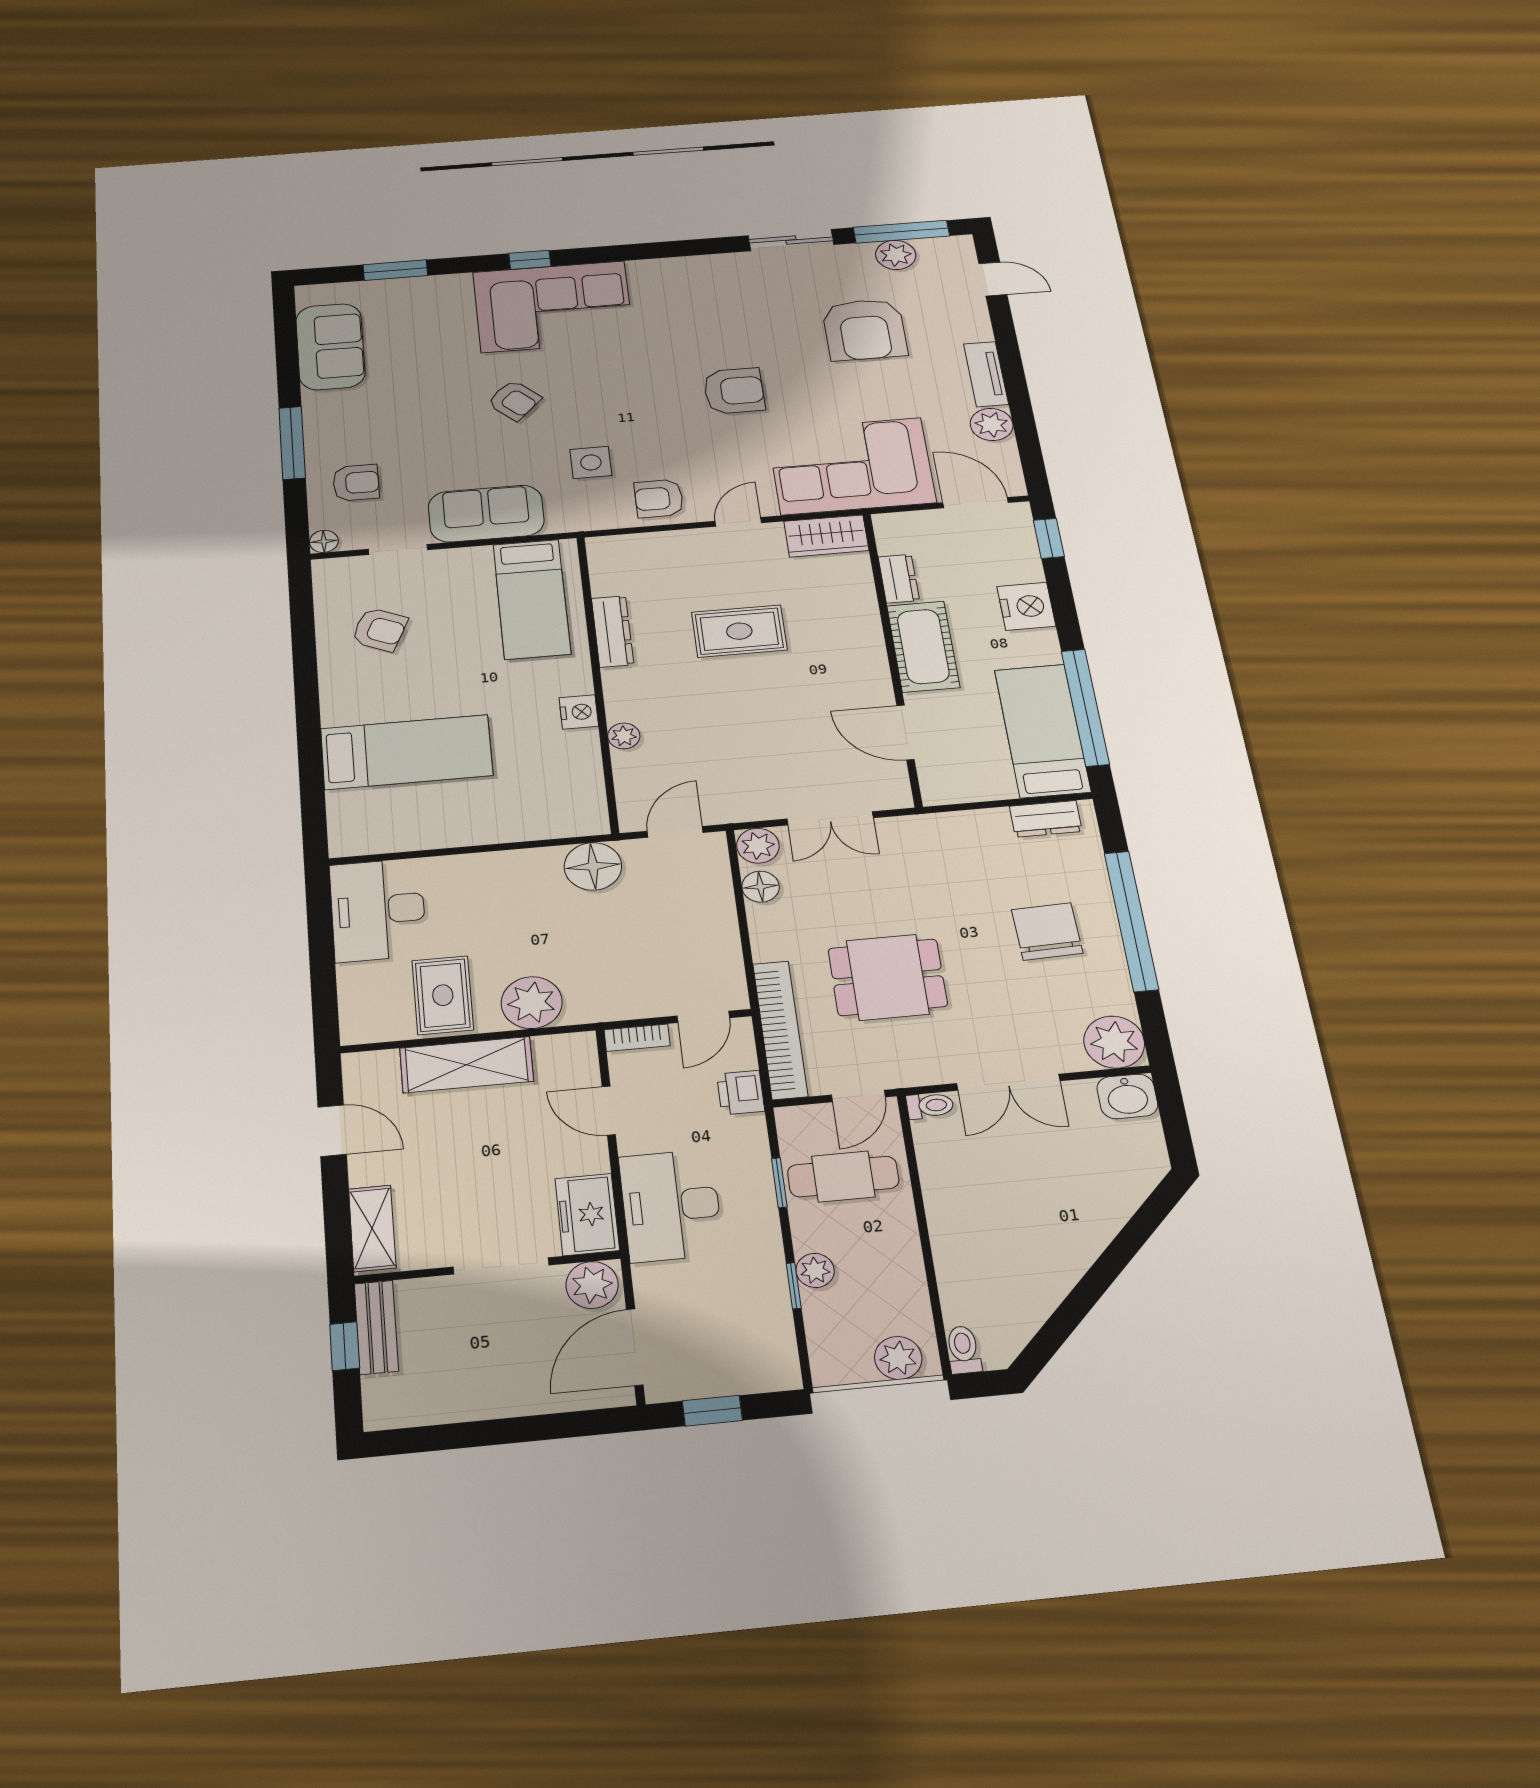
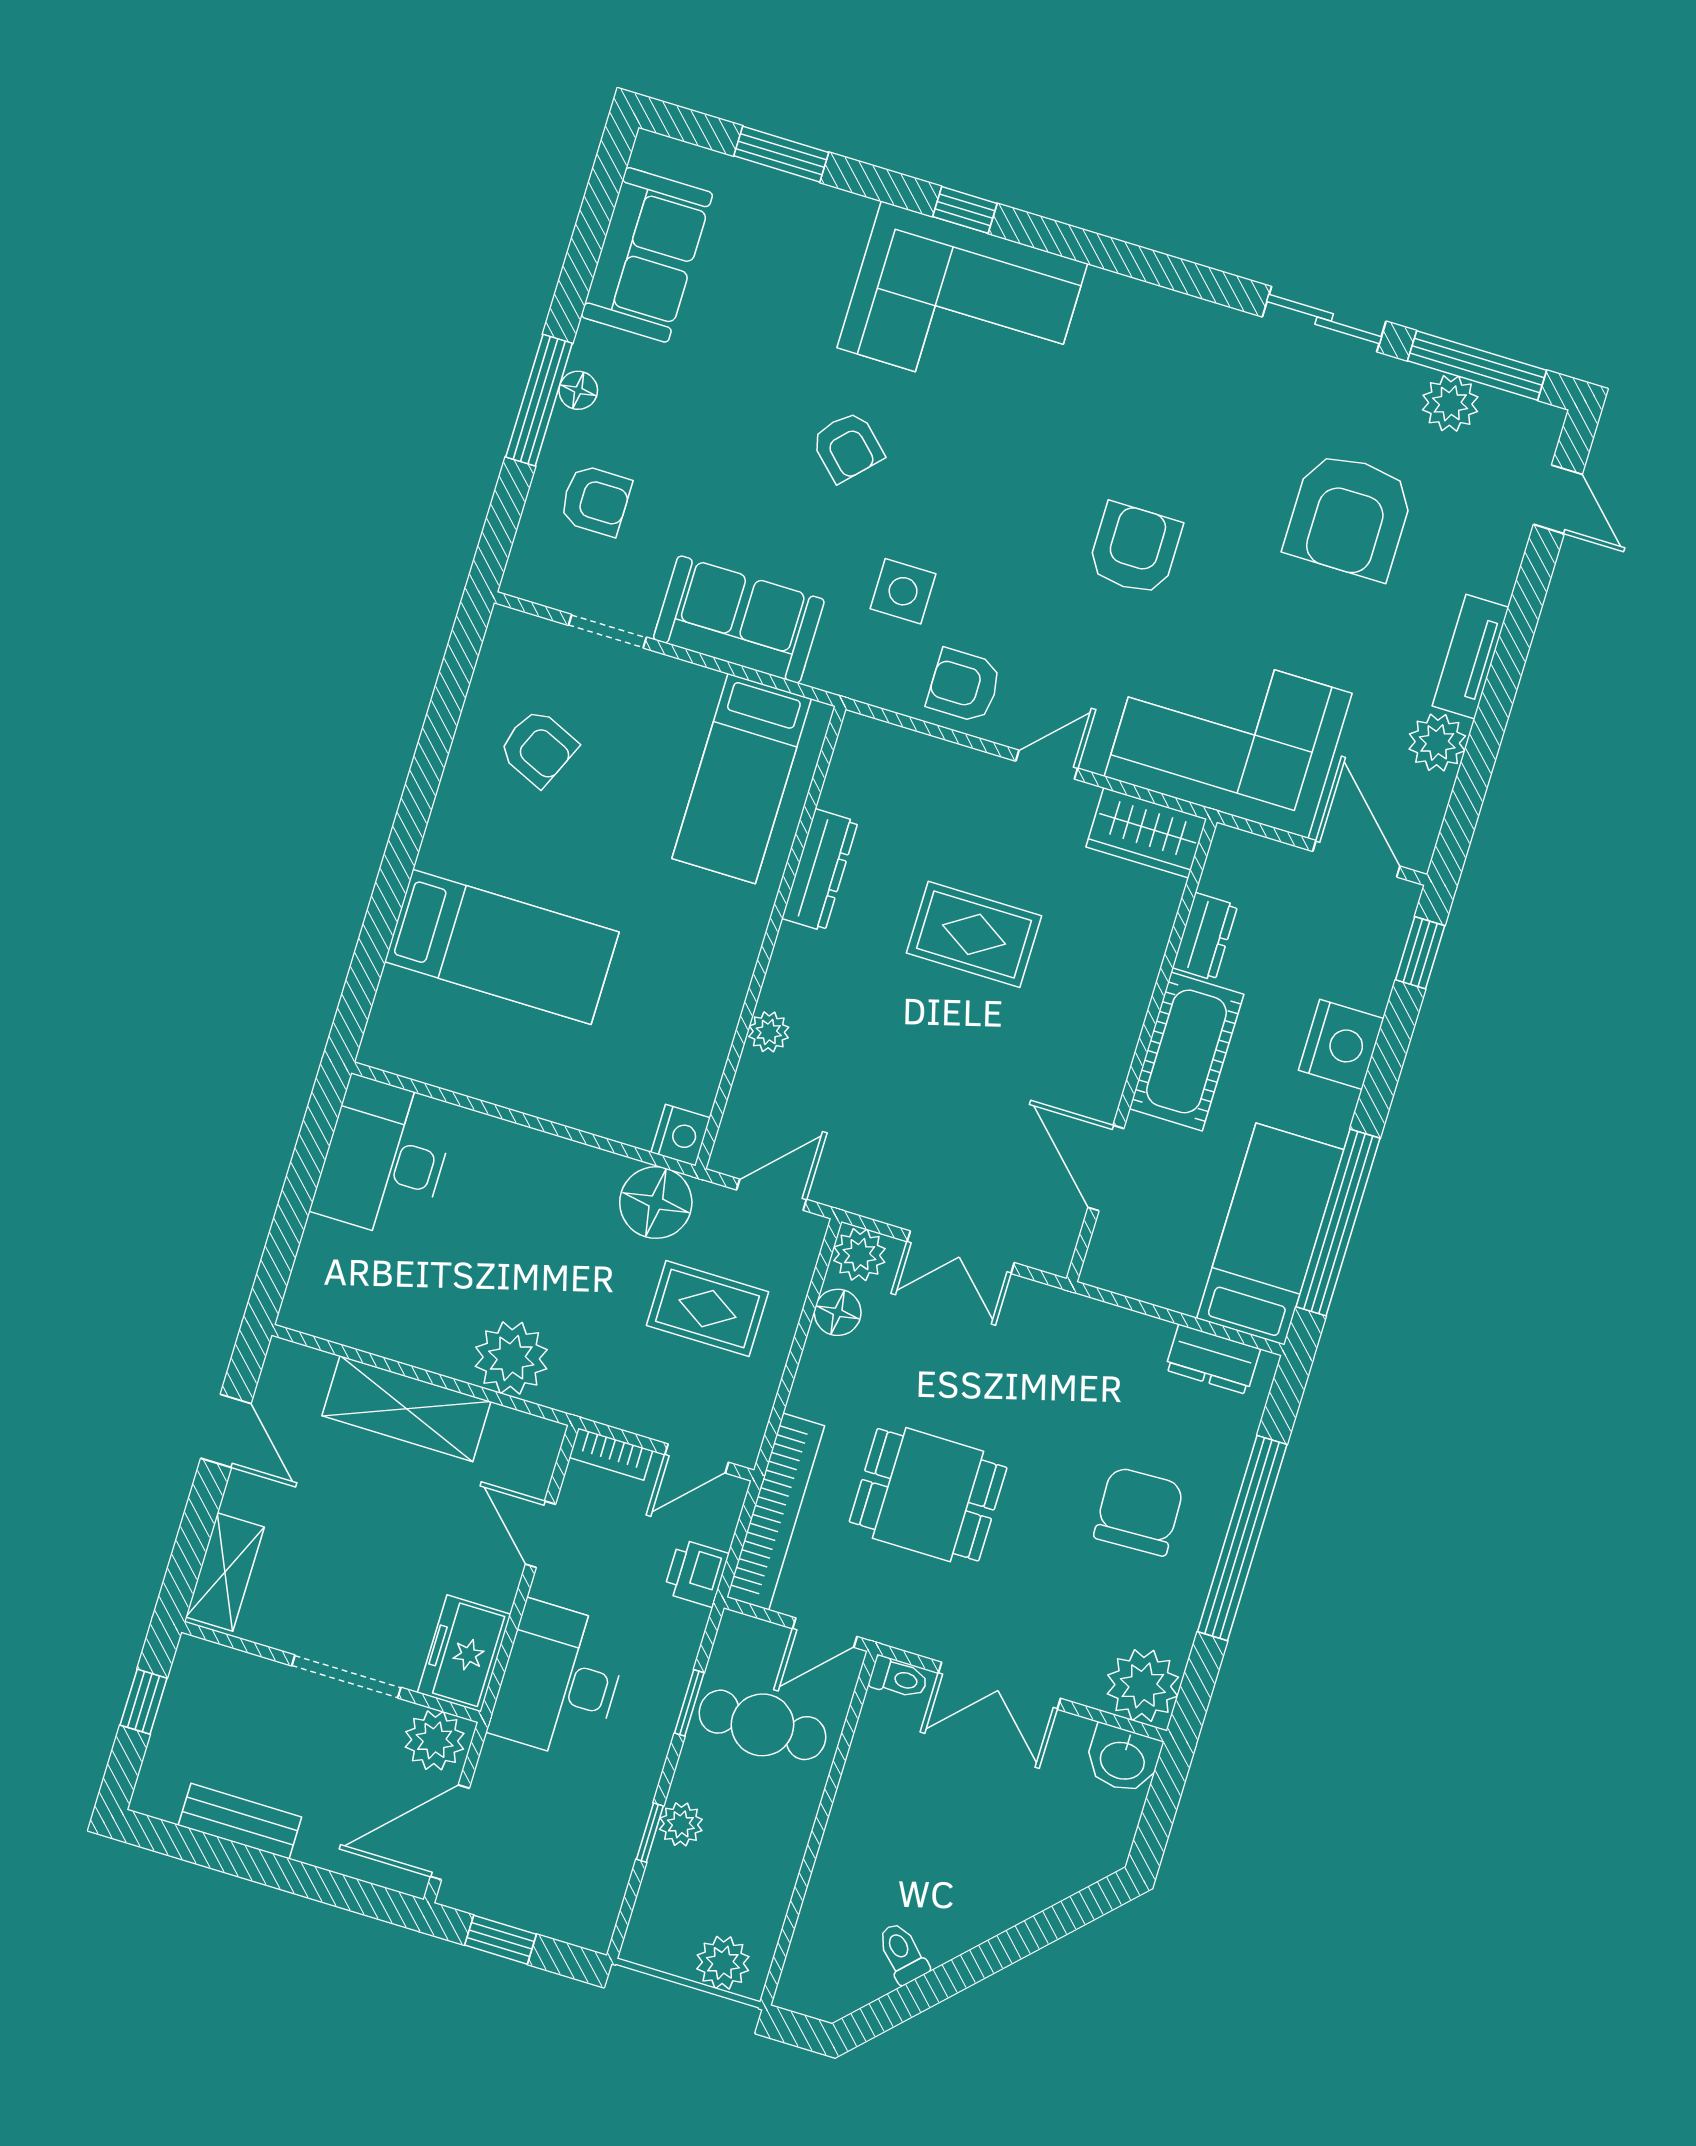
armchair: (734, 391) -> (1135, 549), turned -90
floor lamp: (324, 541) -> (578, 390), moved
nightstand: (579, 712) -> (681, 1135), moved
rug: (443, 995) -> (707, 1309), moved, turned 90
bench: (376, 1327) -> (240, 1821), moved, turned 90
toilet: (963, 1350) -> (902, 1953), moved, turned -45

